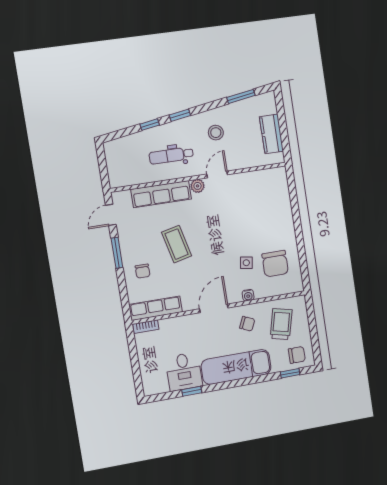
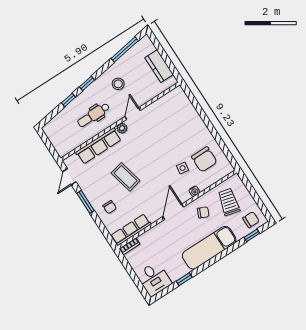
window: (241, 96) -> (125, 49), width x1.44
desk: (184, 372) -> (154, 279), moved

